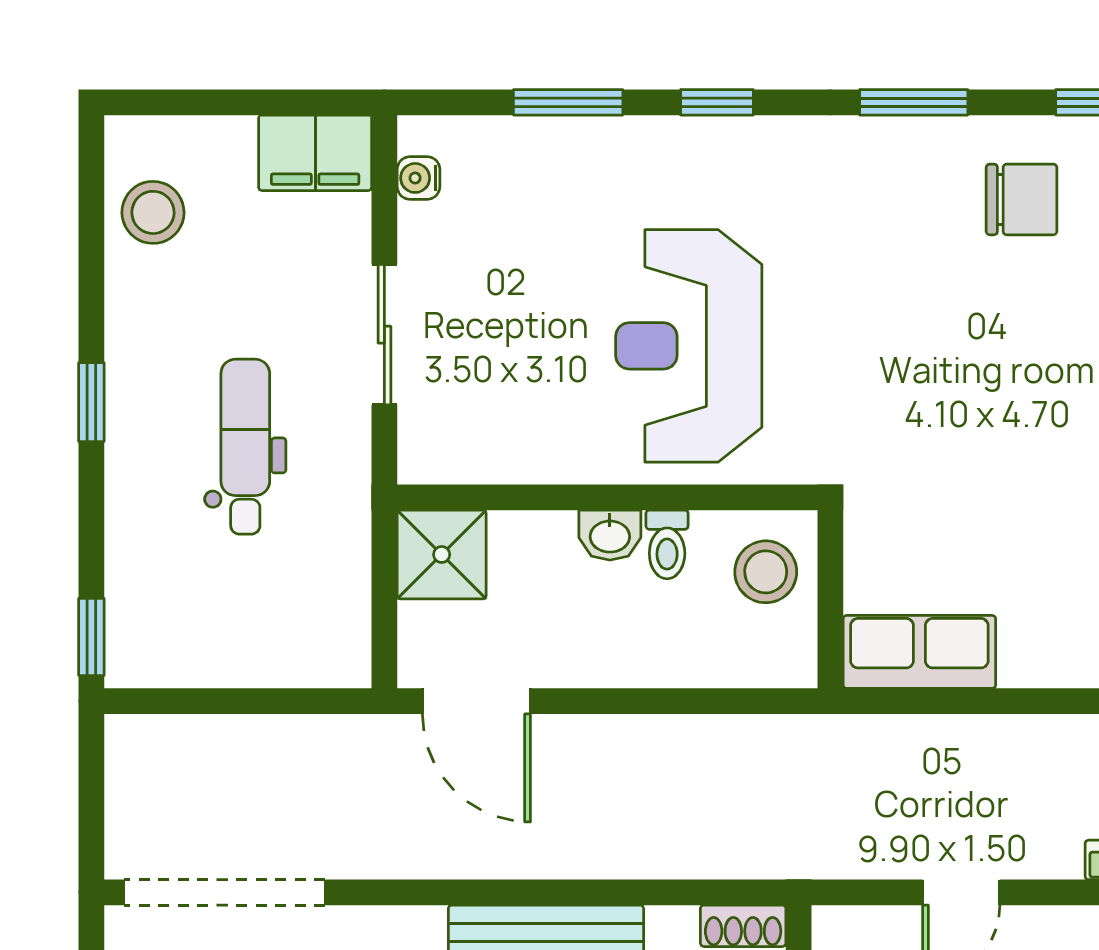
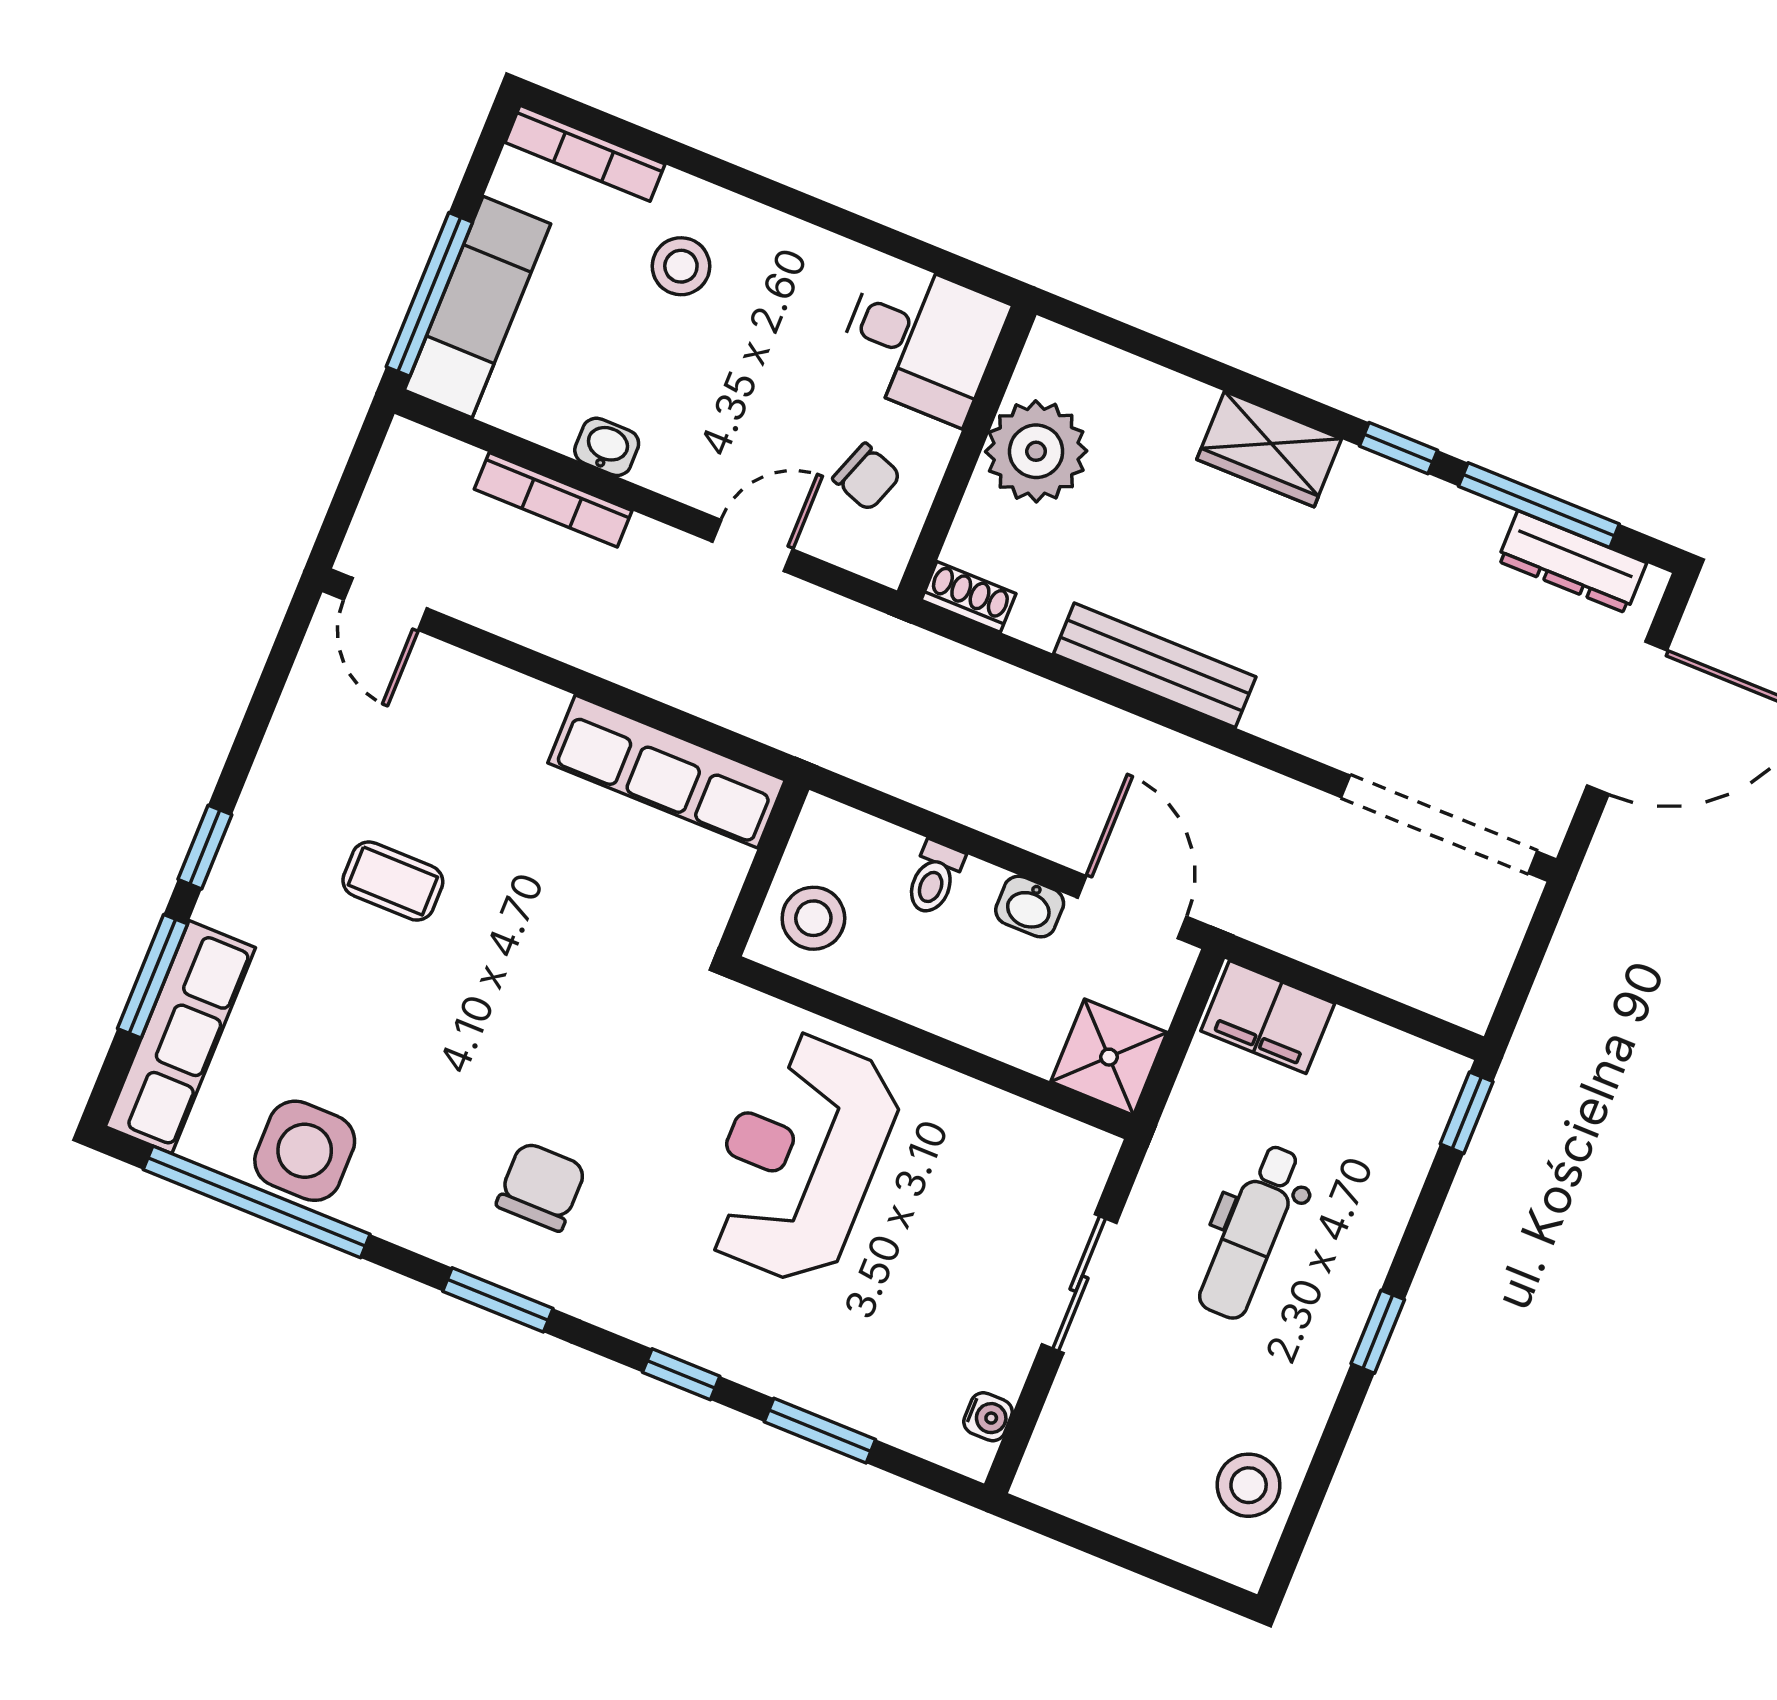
filing cabinet: (315, 153) -> (1268, 1017), moved, turned 180
chair: (1021, 199) -> (541, 1186), moved, turned 90
reception desk: (689, 346) -> (800, 1158), turned 180
washbasin: (610, 535) -> (1030, 907), moved, turned 180
toilet: (667, 544) -> (934, 878), moved, turned 180
row of seats: (919, 652) -> (667, 772), width x1.48

